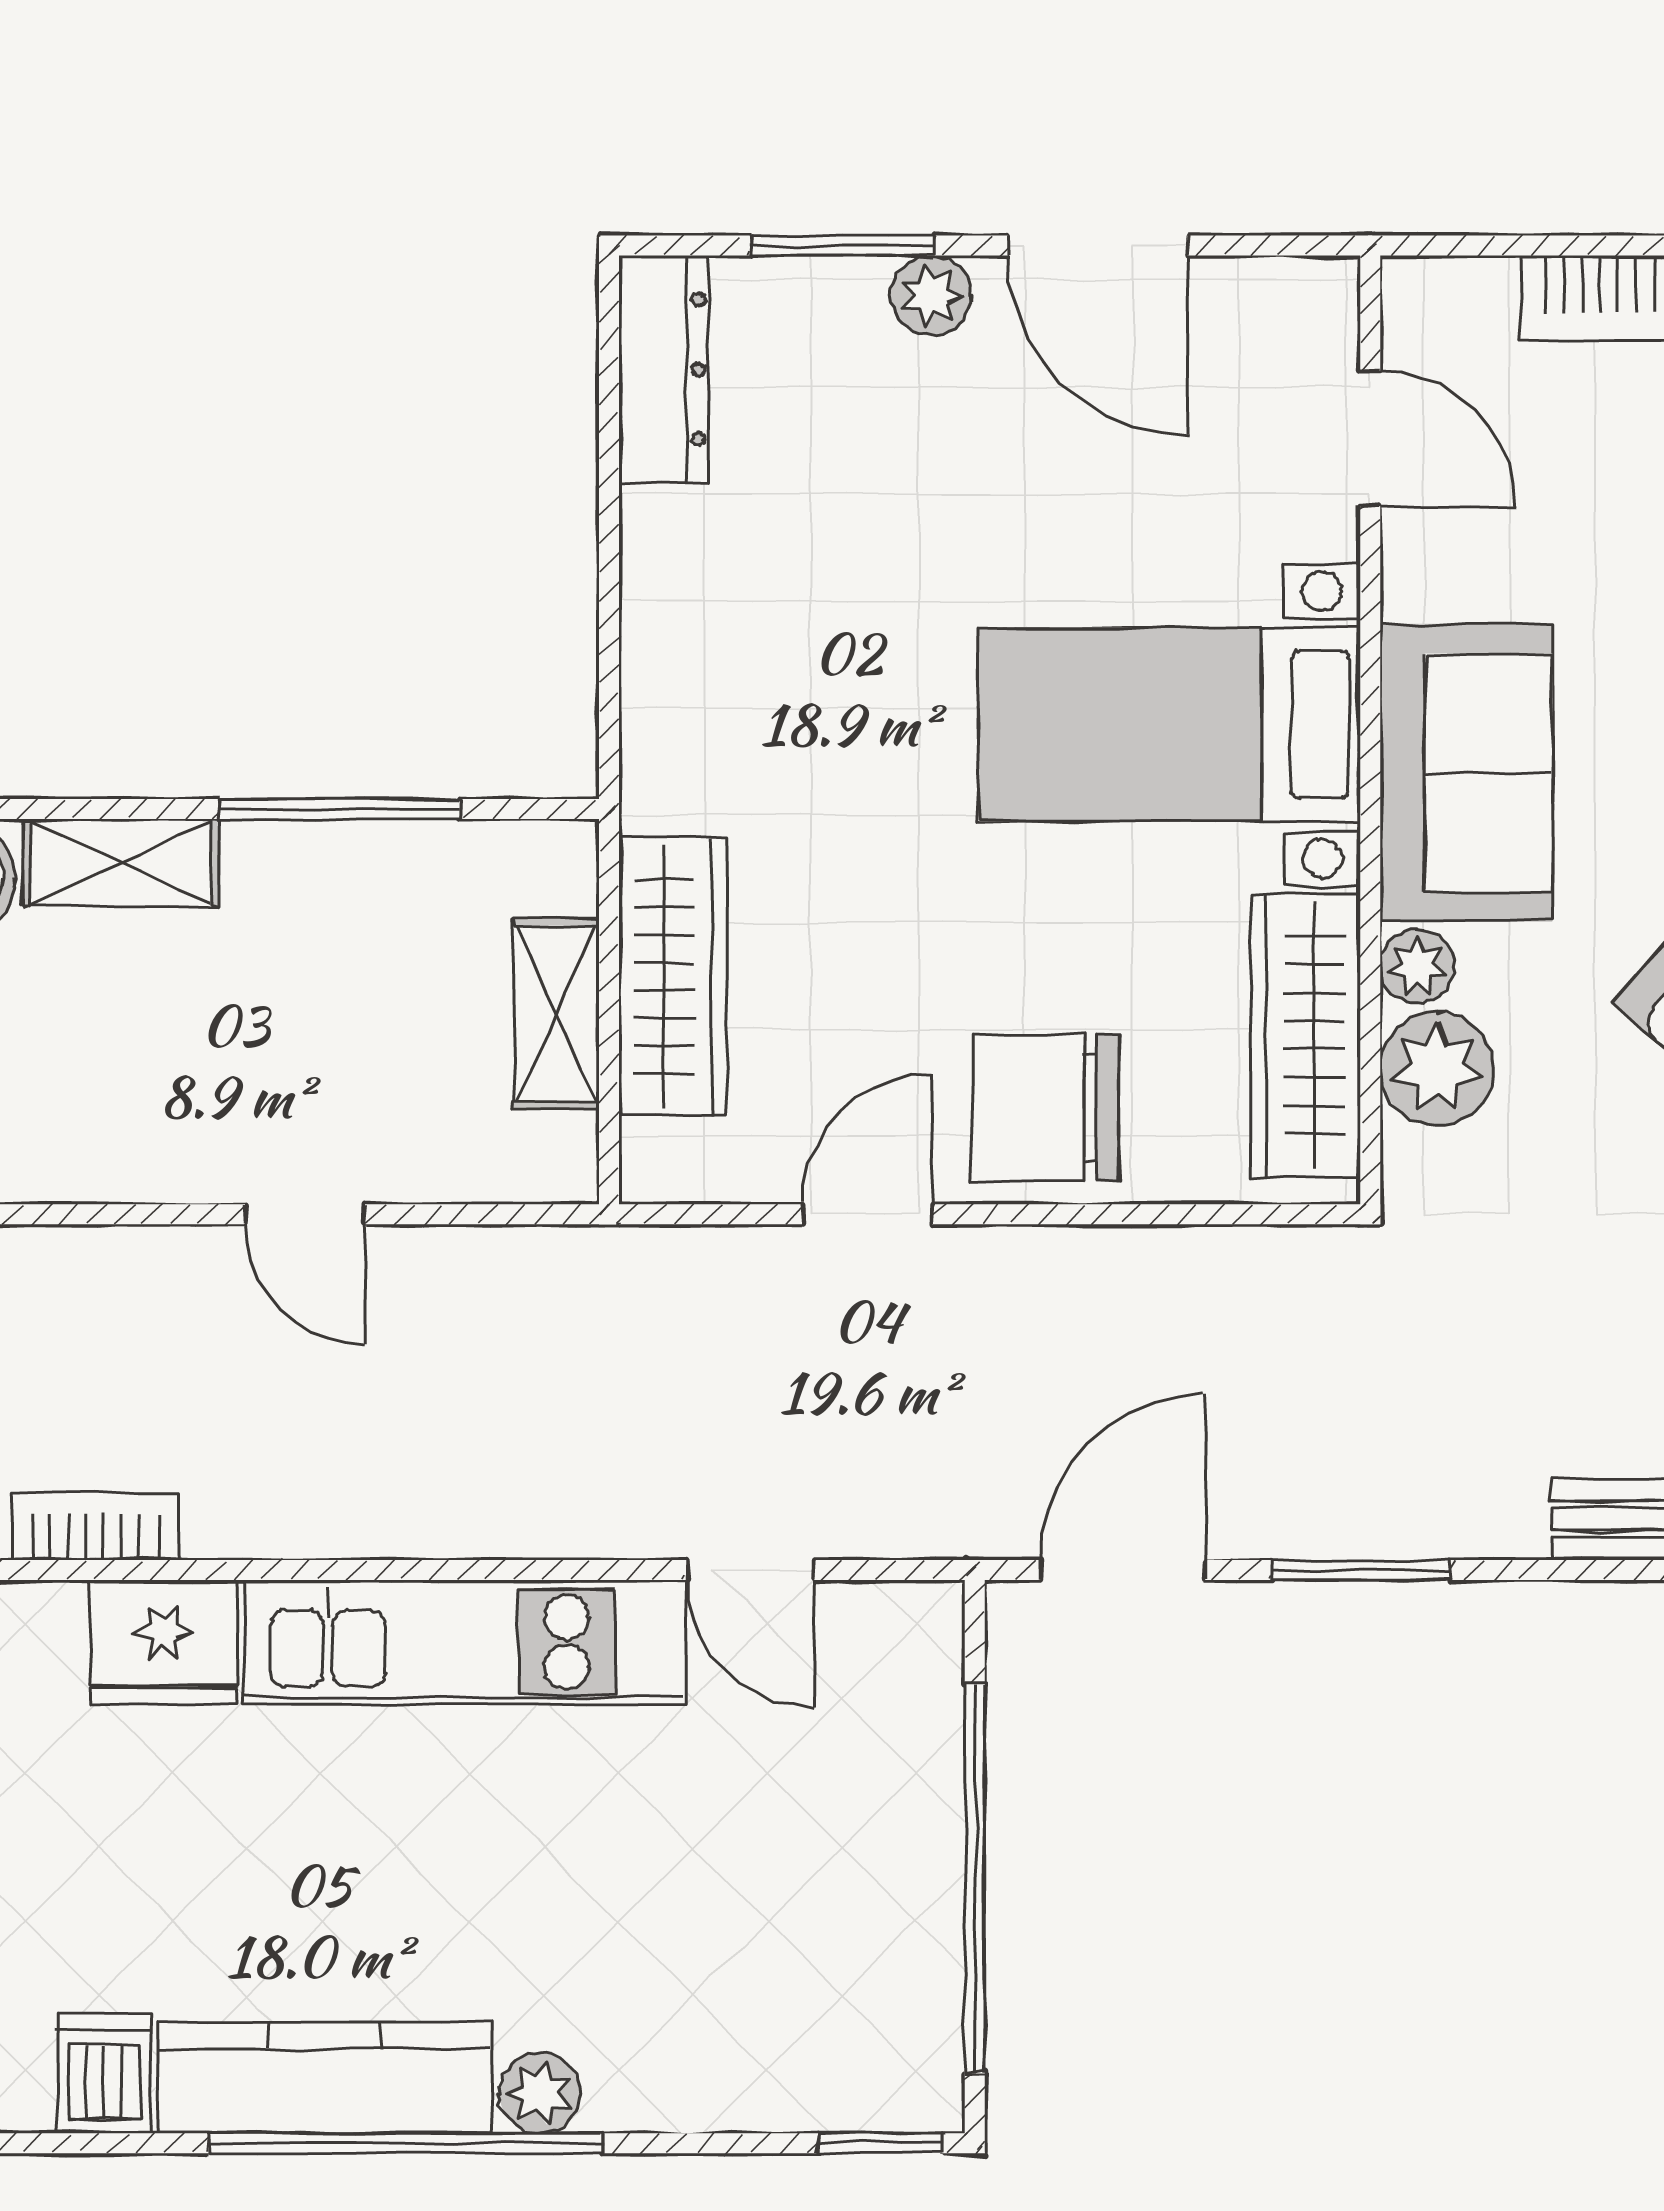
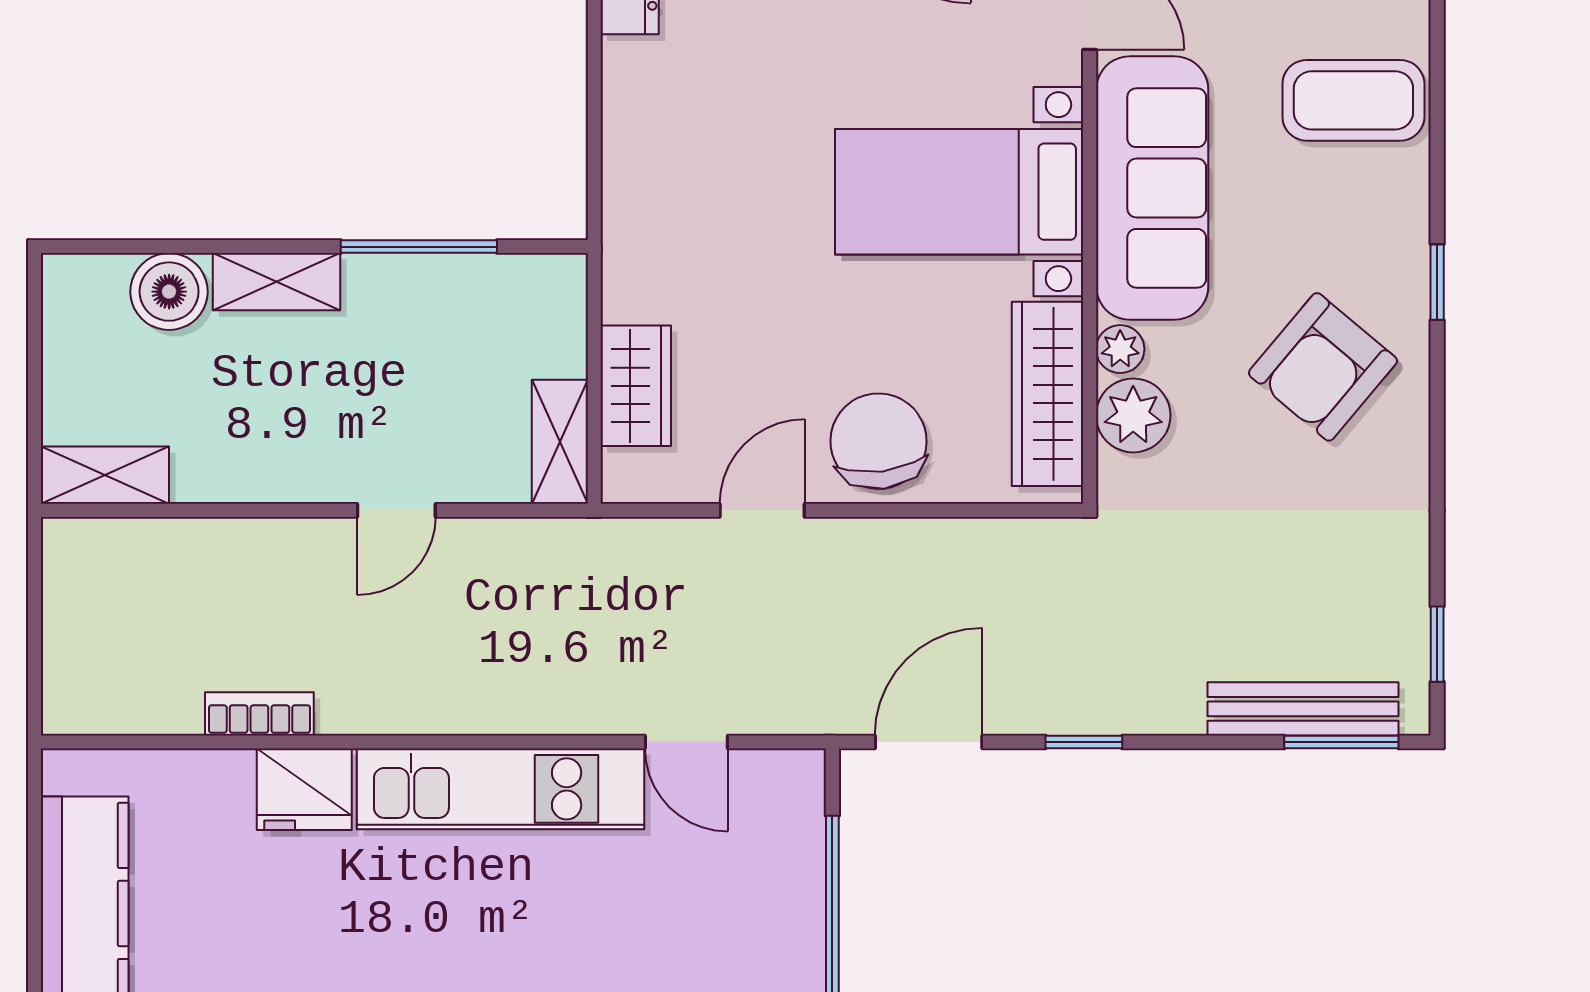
sofa: (1466, 773) -> (1152, 188), width x1.36
wardrobe: (673, 976) -> (636, 386), width x0.67
shelving: (556, 1013) -> (560, 442), moved
chair: (1046, 1108) -> (878, 441), turned 83
door: (305, 1214) -> (396, 510), hinge flipped
window: (1361, 1570) -> (1084, 742), width x0.67

